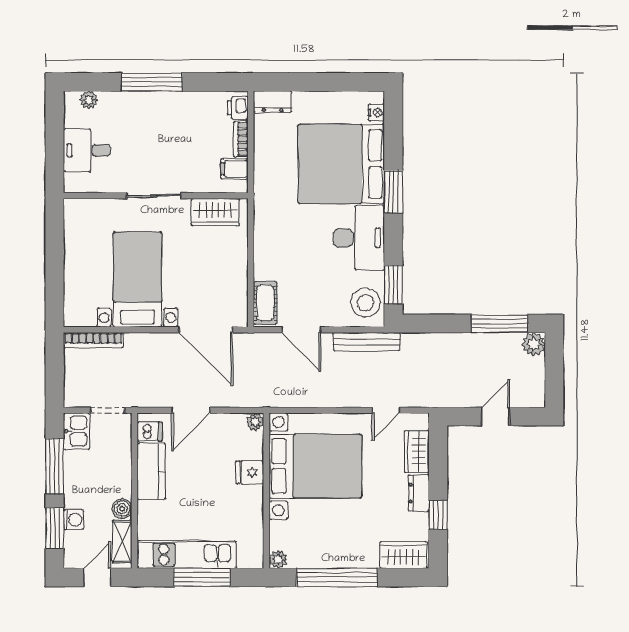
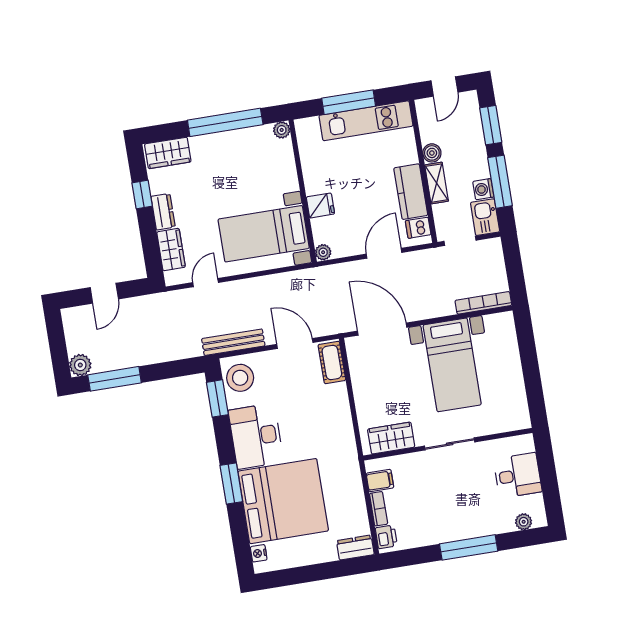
bed with nightstands: (315, 466) -> (264, 234), width x0.73
washing machine: (74, 520) -> (483, 189), moved
shelving: (122, 542) -> (437, 183), moved

